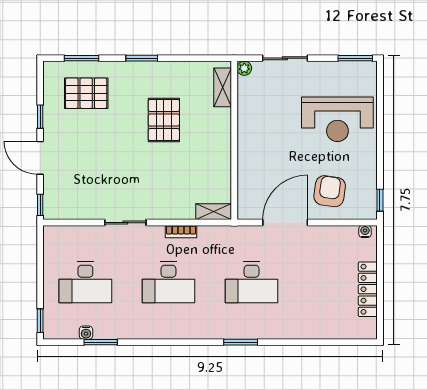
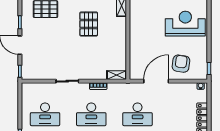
reception desk: (337, 119) -> (185, 24), turned 180

